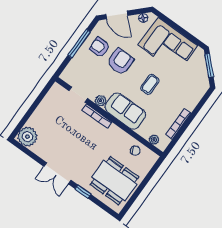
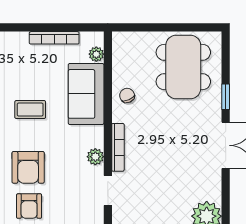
armchair: (120, 61) -> (28, 167), turned -90
sofa: (125, 111) -> (86, 94), moved
chair: (135, 151) -> (127, 95), moved

